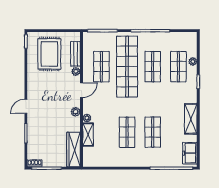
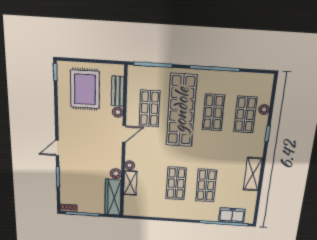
plant: (76, 112) -> (116, 174), moved
freezer: (190, 153) -> (232, 215), moved, turned 90

